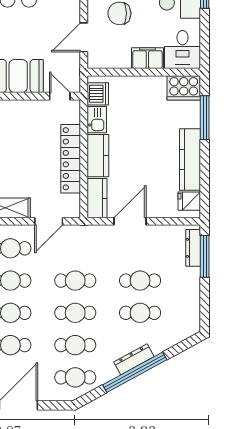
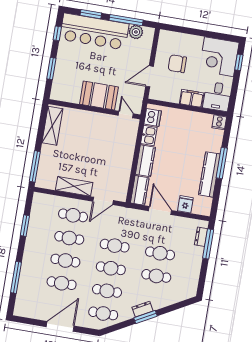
cooker: (184, 88) -> (219, 122), width x0.53, depth x0.76
window: (205, 118) -> (222, 163), moved
locker: (71, 159) -> (126, 160), removed
fridge: (189, 201) -> (185, 204), moved, turned 90
door: (130, 221) -> (160, 211), hinge flipped
dresser: (193, 248) -> (201, 237), width x0.70
dresser: (134, 359) -> (143, 309), width x0.70
window: (135, 372) -> (145, 317), width x0.47

